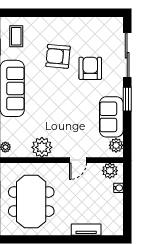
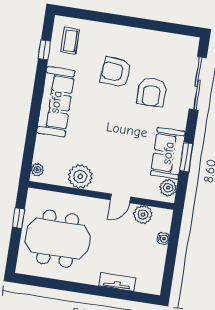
armchair: (90, 68) -> (152, 92), turned 180
window: (127, 99) -> (186, 157), moved
plant: (110, 171) -> (143, 215), moved
meeting table: (31, 202) -> (58, 239), turned 90

